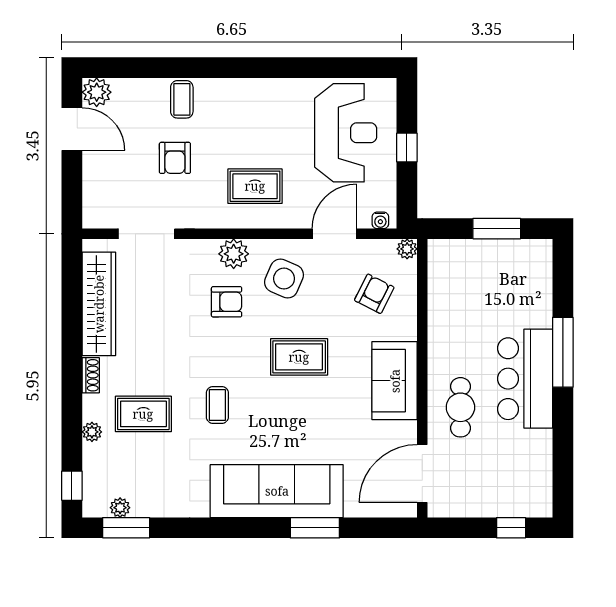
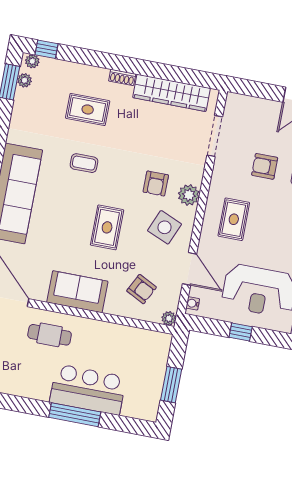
bar counter: (525, 379) -> (88, 390), moved
rug: (143, 414) -> (88, 109), turned 90
plant: (92, 432) -> (32, 61), moved

